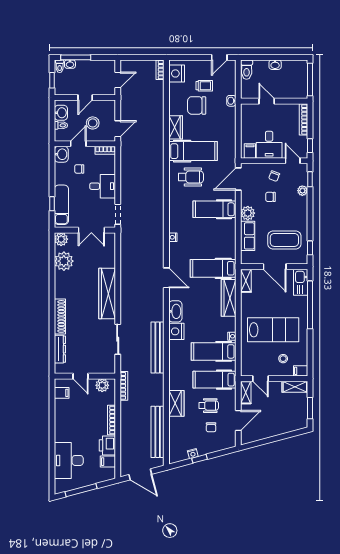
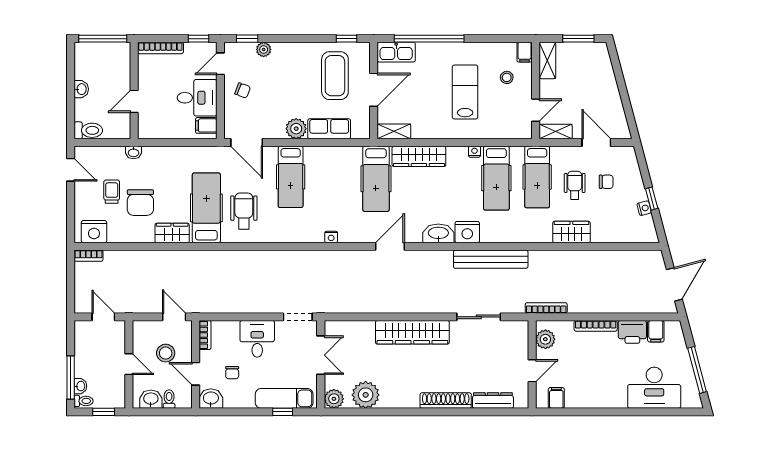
chair: (270, 197) -> (273, 96), removed
lab bench: (273, 330) -> (465, 92), width x0.73, depth x0.72
bench: (158, 432) -> (613, 259), removed

